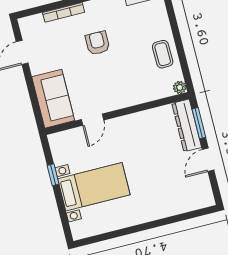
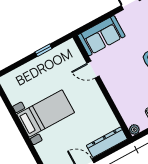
window: (199, 123) -> (111, 151), removed
bed with nightstands: (94, 187) -> (46, 113), moved, turned -90

